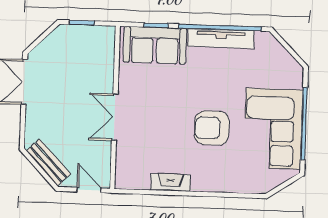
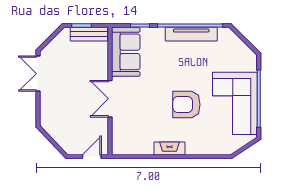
sofa: (155, 45) -> (126, 52), moved, turned -90
bench: (48, 162) -> (89, 34), moved, turned -46
fireplace: (170, 182) -> (170, 148), moved
door: (89, 190) -> (92, 157), hinge flipped

